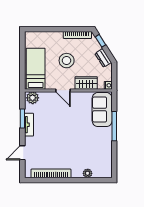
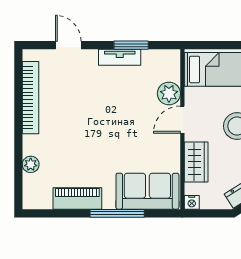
plant: (33, 98) -> (169, 94), moved
piano: (106, 148) -> (77, 198), added

